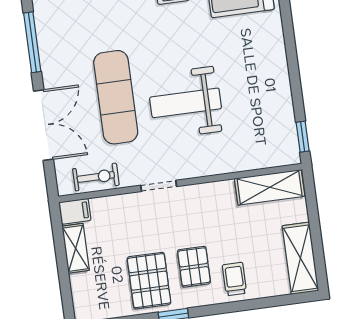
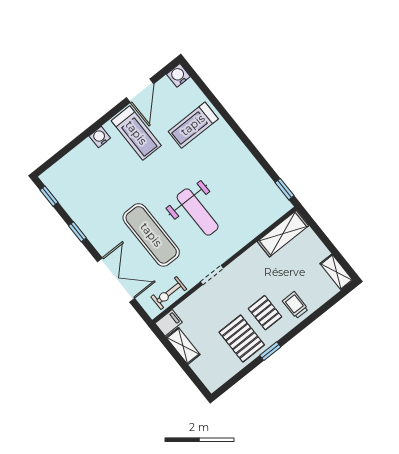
window: (32, 42) -> (77, 232), width x0.46
weight bench: (186, 103) -> (198, 212), turned -90
exercise bike: (96, 177) -> (169, 293), turned 180
shelving: (300, 258) -> (337, 272), width x0.67, depth x0.75

